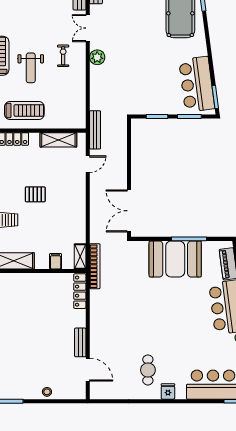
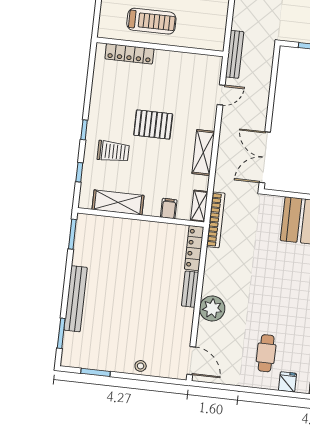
shelving: (58, 140) -> (203, 153), moved, turned 90
pallet: (35, 194) -> (153, 125), width x1.50, depth x1.42
plant: (100, 339) -> (212, 308), added
bench: (80, 342) -> (190, 289), moved
door: (88, 370) -> (191, 361), moved

